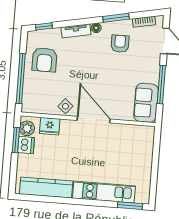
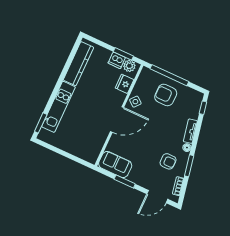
armchair: (44, 60) -> (166, 95), moved
window: (161, 85) -> (125, 182), width x0.69

